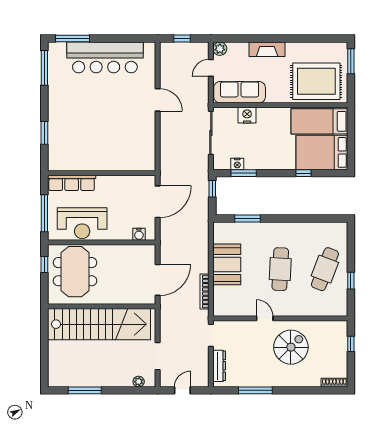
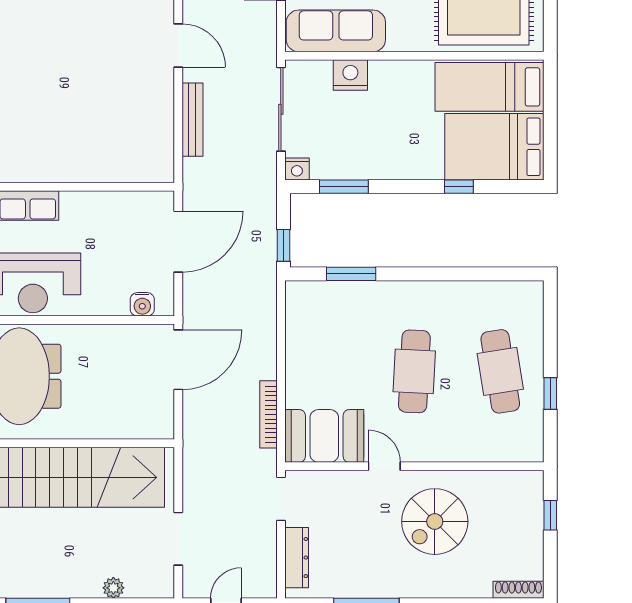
bench: (165, 138) -> (192, 120), added
nightstand: (237, 164) -> (297, 169), moved
window: (212, 189) -> (283, 245), moved
booth: (227, 264) -> (324, 436), moved, turned 90
cafe table: (325, 269) -> (500, 371), turned -30
door: (158, 280) -> (178, 360), moved
spiral stairs: (291, 347) -> (435, 522), turned 180
plant: (139, 382) -> (113, 588), moved

